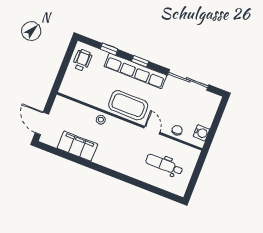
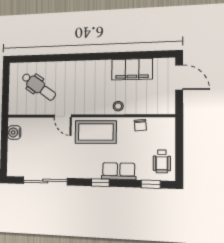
window: (109, 49) -> (151, 184), moved
row of seats: (135, 71) -> (119, 171), width x0.50
chair: (177, 130) -> (140, 125), moved
dental chair: (164, 165) -> (39, 87), turned 35

